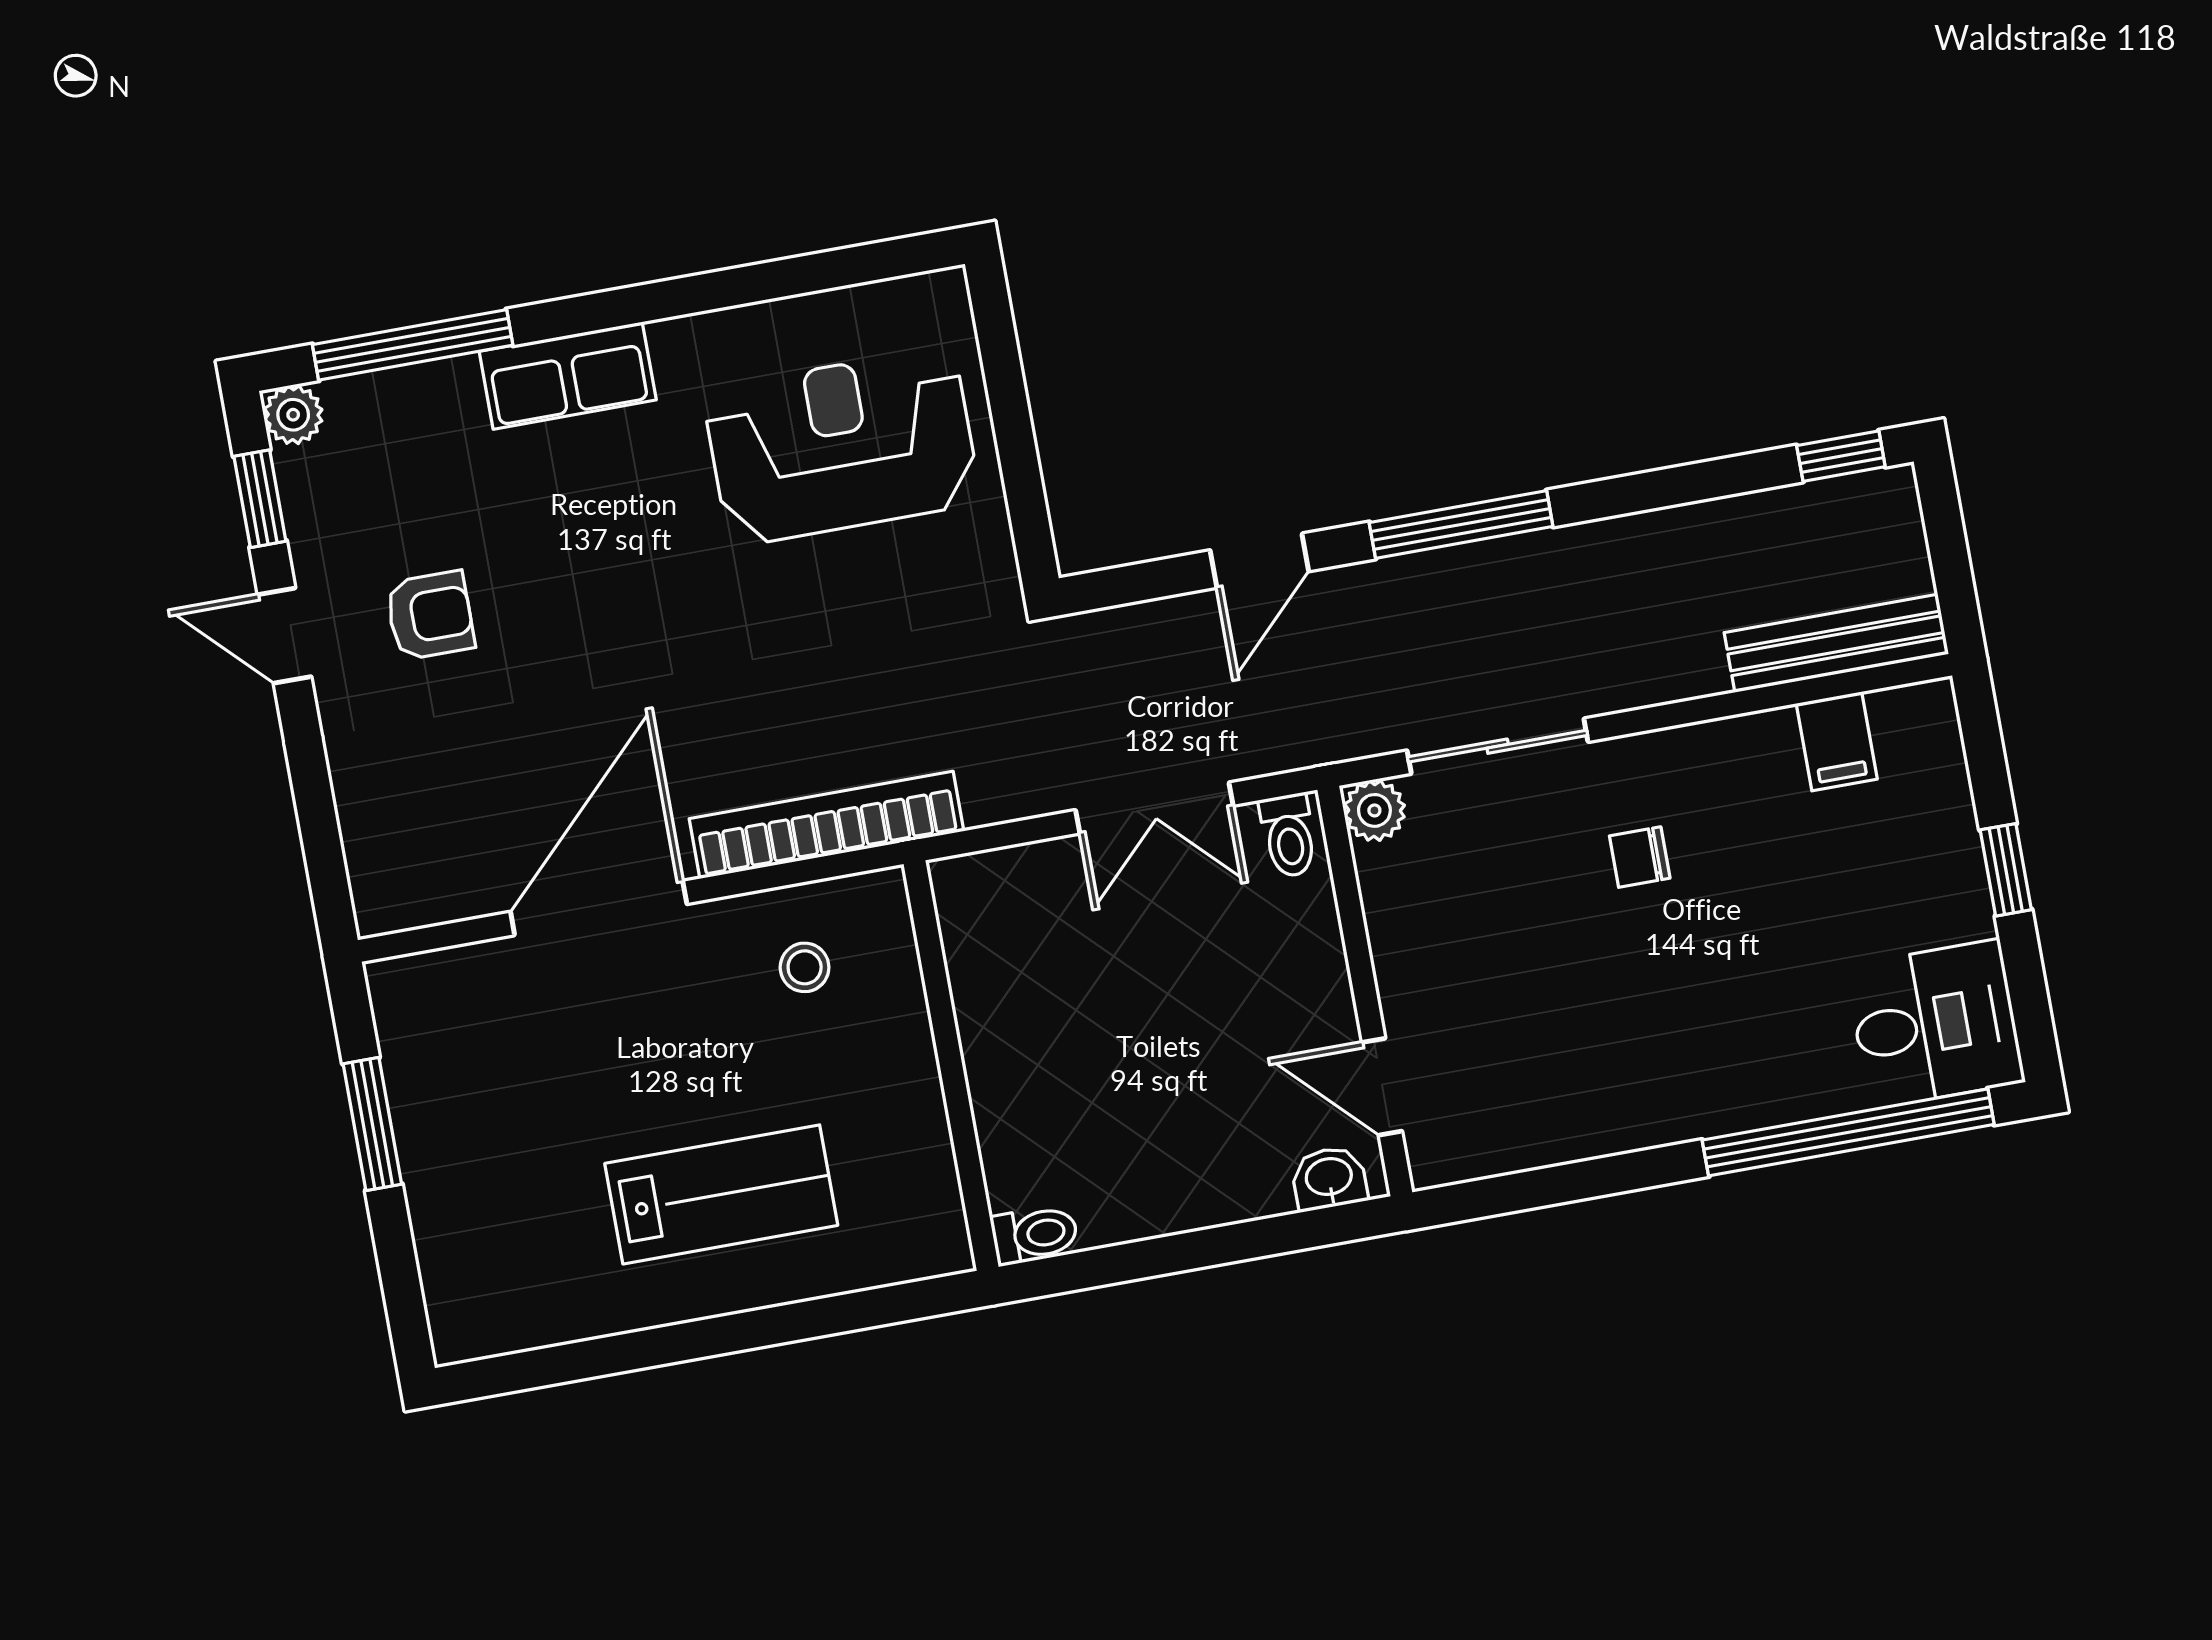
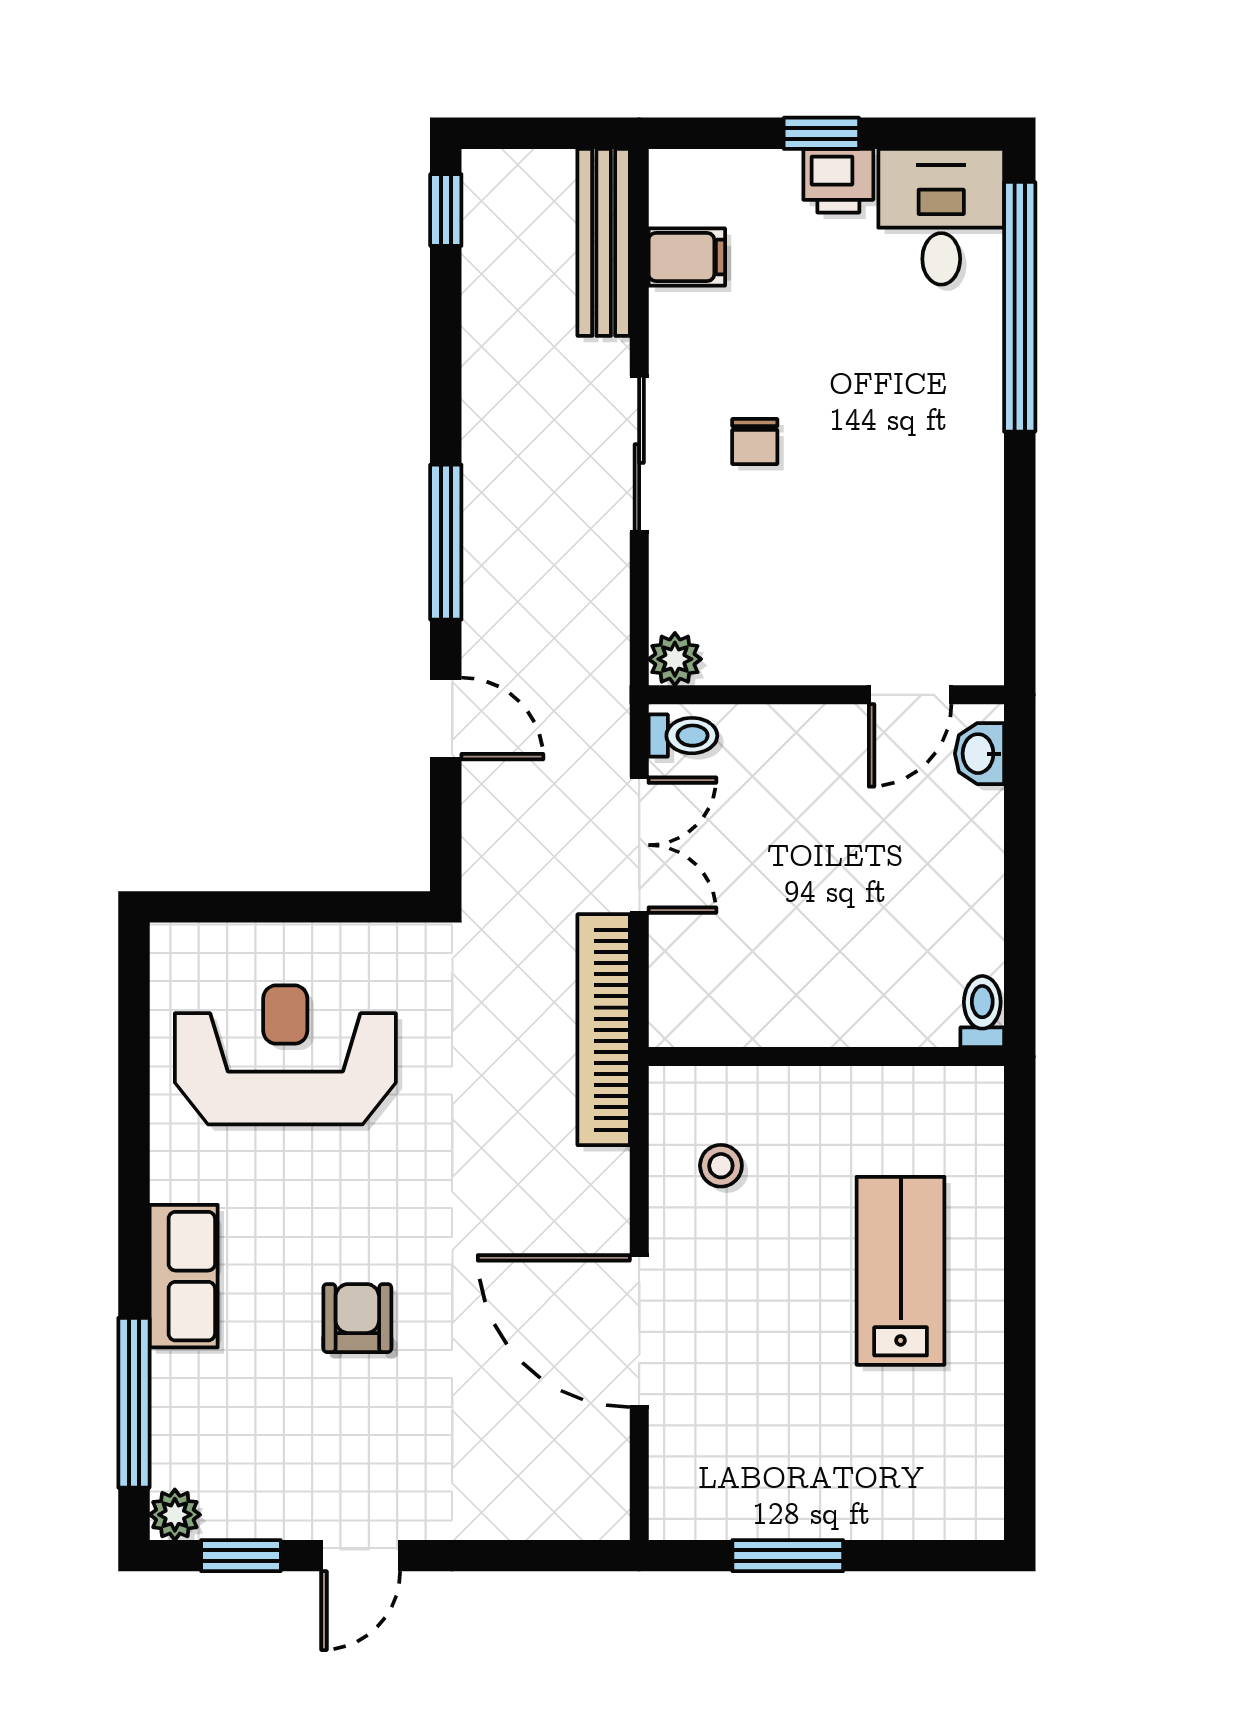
reception desk: (842, 446) -> (285, 1055), turned 90
armchair: (430, 616) -> (357, 1318), moved
sliding door: (1498, 746) -> (639, 454), moved
bookcase: (826, 825) -> (604, 1030), moved
printer: (1955, 899) -> (838, 181), added

